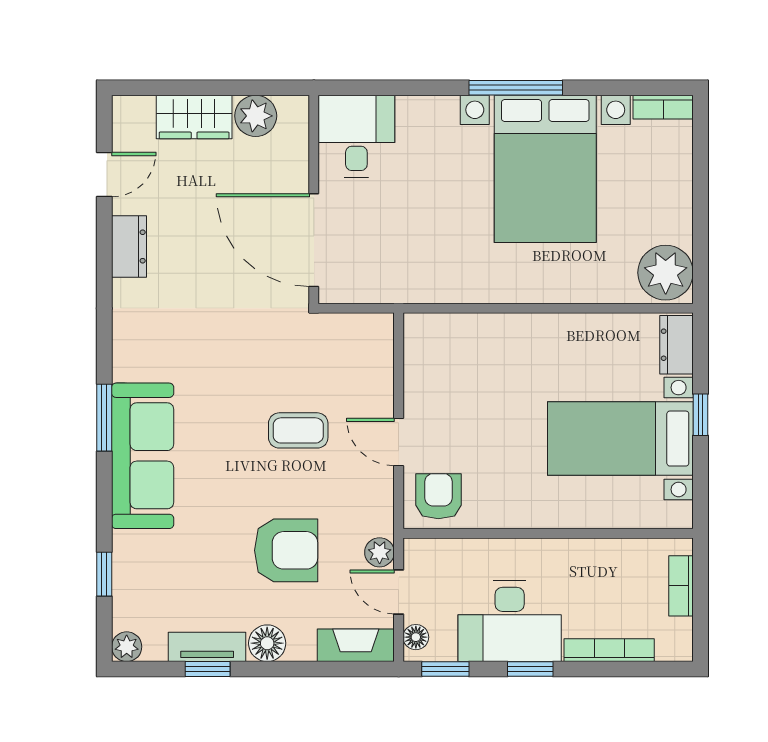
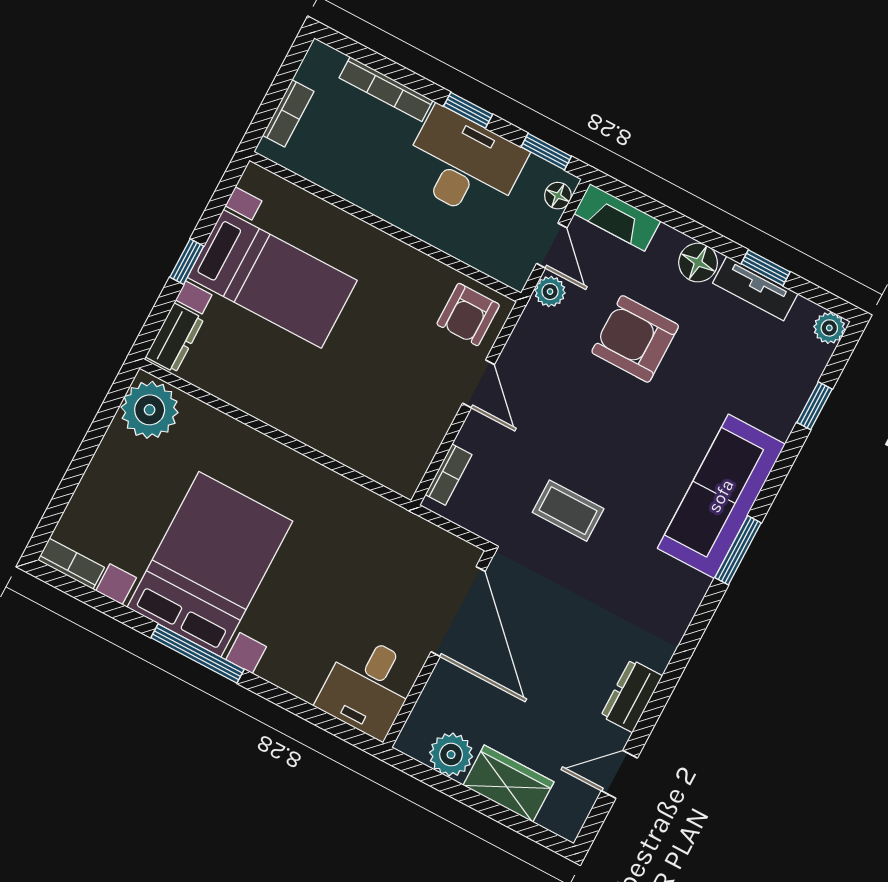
bookcase: (383, 352) -> (449, 475), added
coffee table: (298, 430) -> (568, 511), moved

